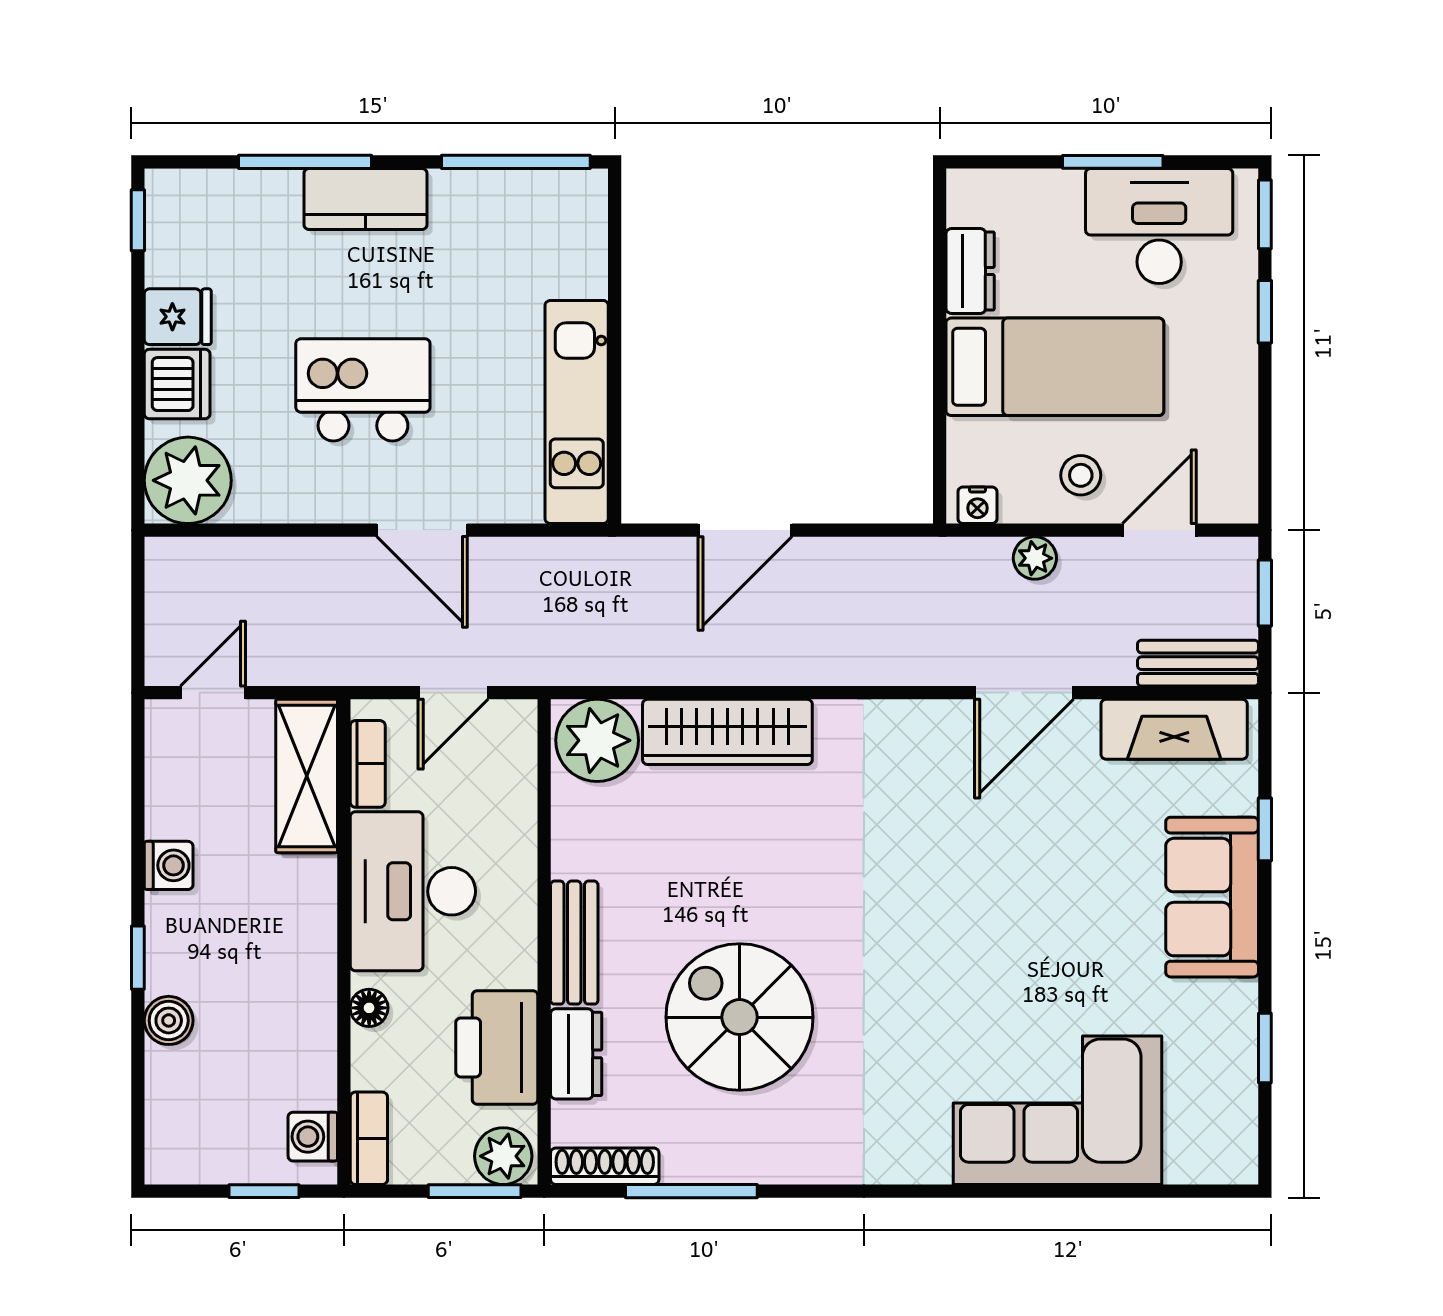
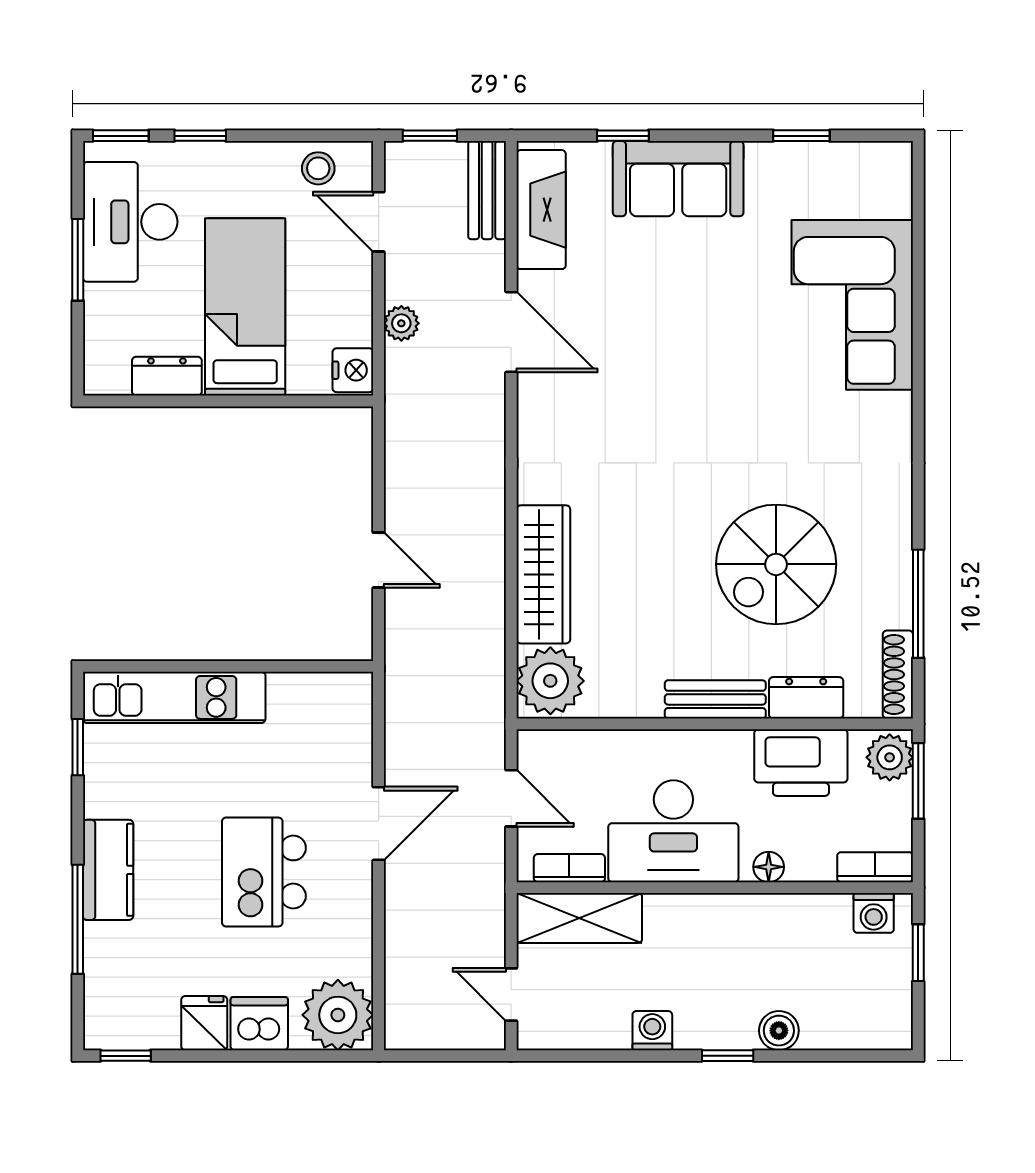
window: (516, 162) -> (78, 747), width x0.46
kitchen unit: (577, 412) -> (174, 697), moved
stool: (1081, 475) -> (318, 168), moved
nightstand: (977, 505) -> (353, 370), width x1.39, depth x1.35
door: (745, 530) -> (379, 560), width x0.73

